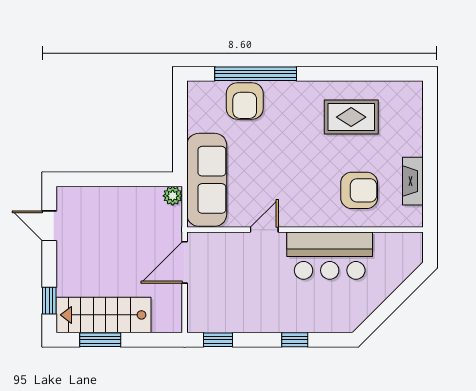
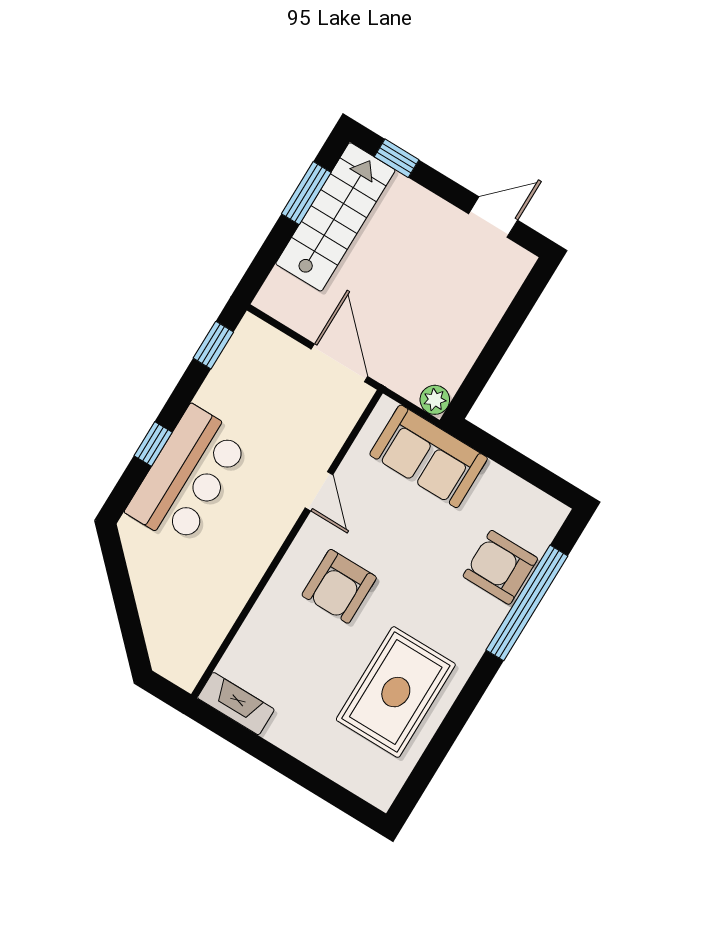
rug: (351, 117) -> (396, 692), width x1.36, depth x1.43
sofa: (207, 180) -> (429, 456), width x0.73
fireplace: (413, 181) -> (236, 704), moved
armchair: (359, 190) -> (339, 586), moved
bar counter: (330, 256) -> (188, 476), moved, turned 180

